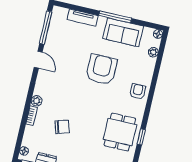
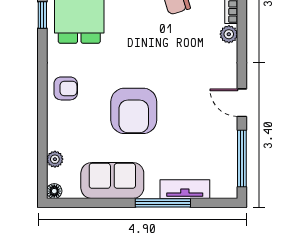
window: (115, 17) -> (163, 203), moved
armchair: (138, 91) -> (66, 88), turned -90

